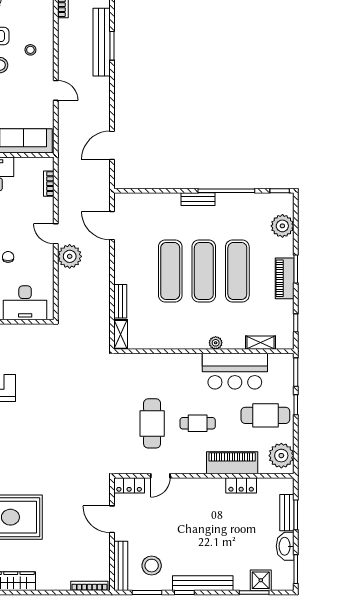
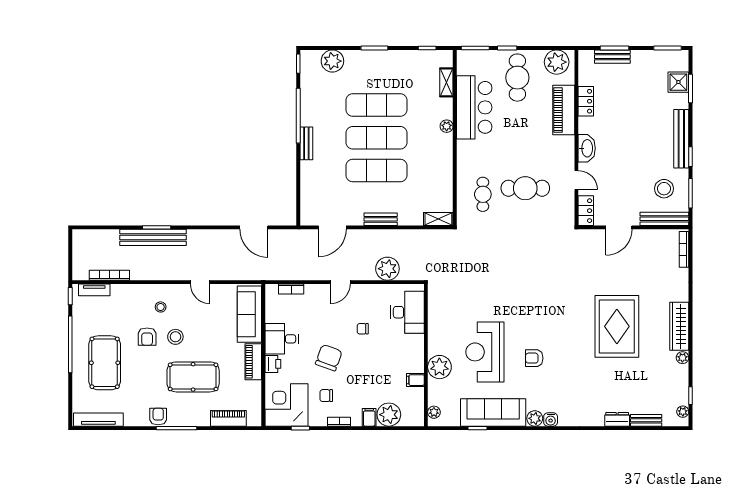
door: (56, 90) -> (200, 282), swing flipped
plant: (70, 256) -> (387, 269), moved
piano: (285, 278) -> (384, 59), removed
bench: (120, 301) -> (381, 219), moved
cafe table: (198, 423) -> (483, 194), moved
washbasin: (285, 546) -> (587, 148), moved, turned -90

